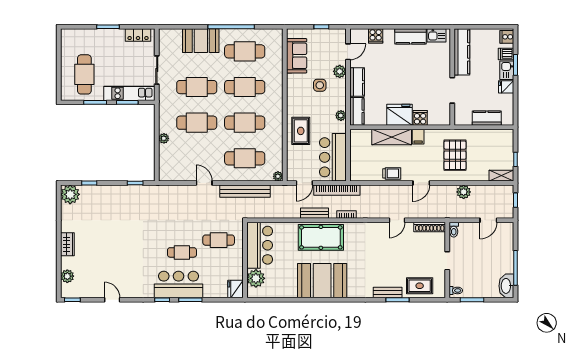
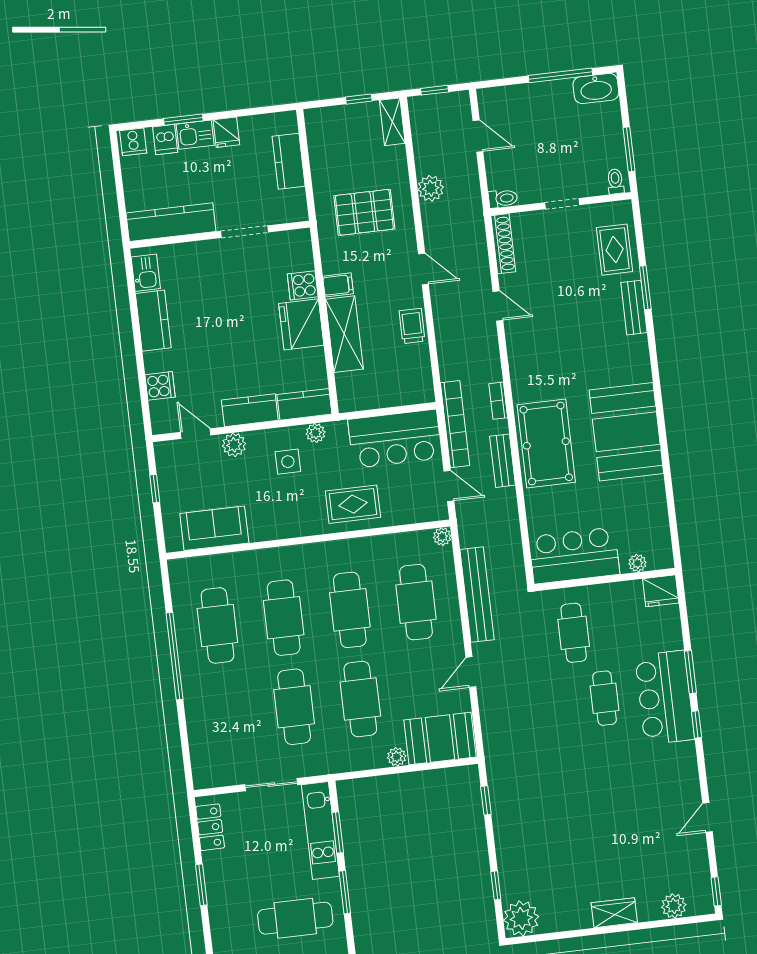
booth: (201, 41) -> (440, 738), moved, turned 90
side table: (320, 85) -> (288, 462), moved
plant: (256, 278) -> (637, 563), width x0.53, depth x0.53

